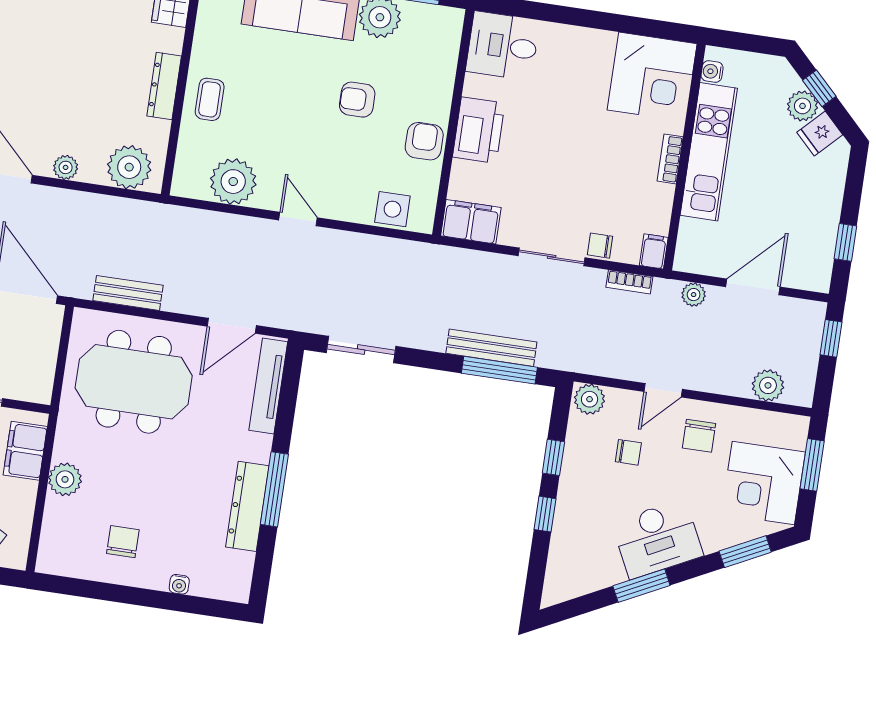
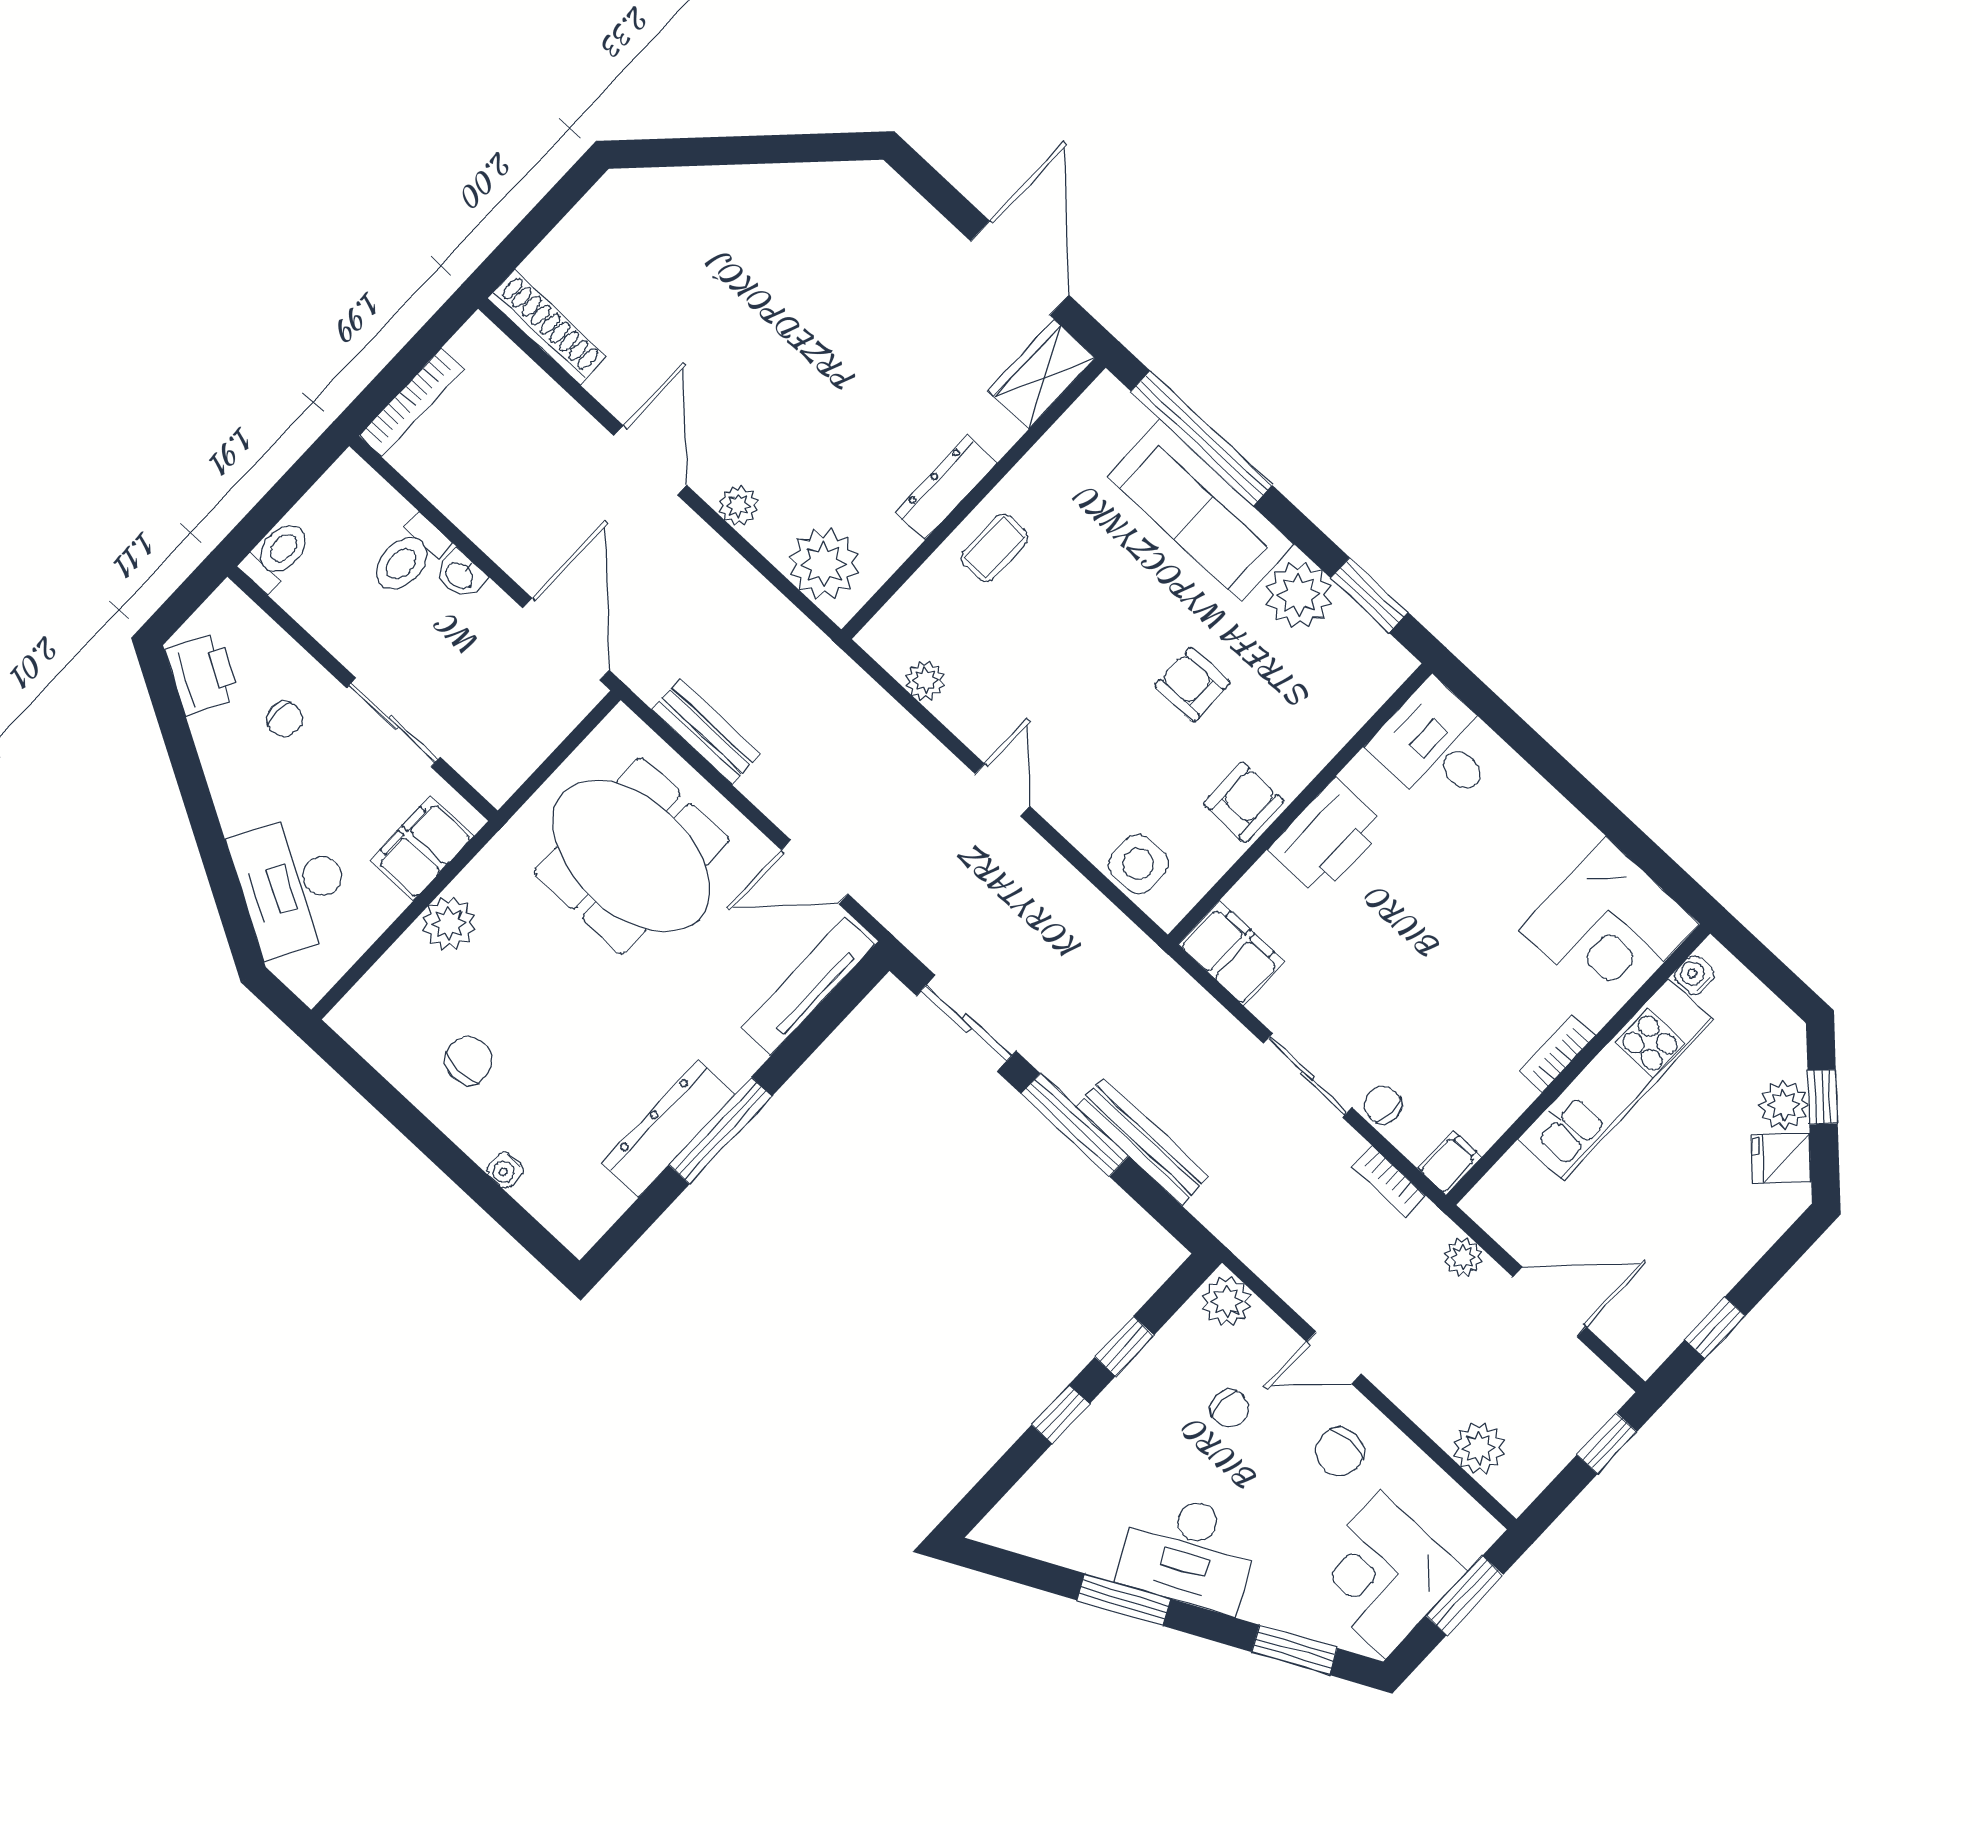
plant: (233, 182) -> (925, 680), width x0.53, depth x0.53
window: (499, 370) -> (1075, 1125), moved

